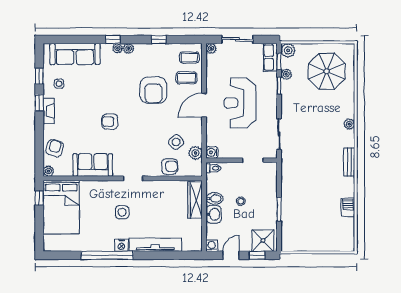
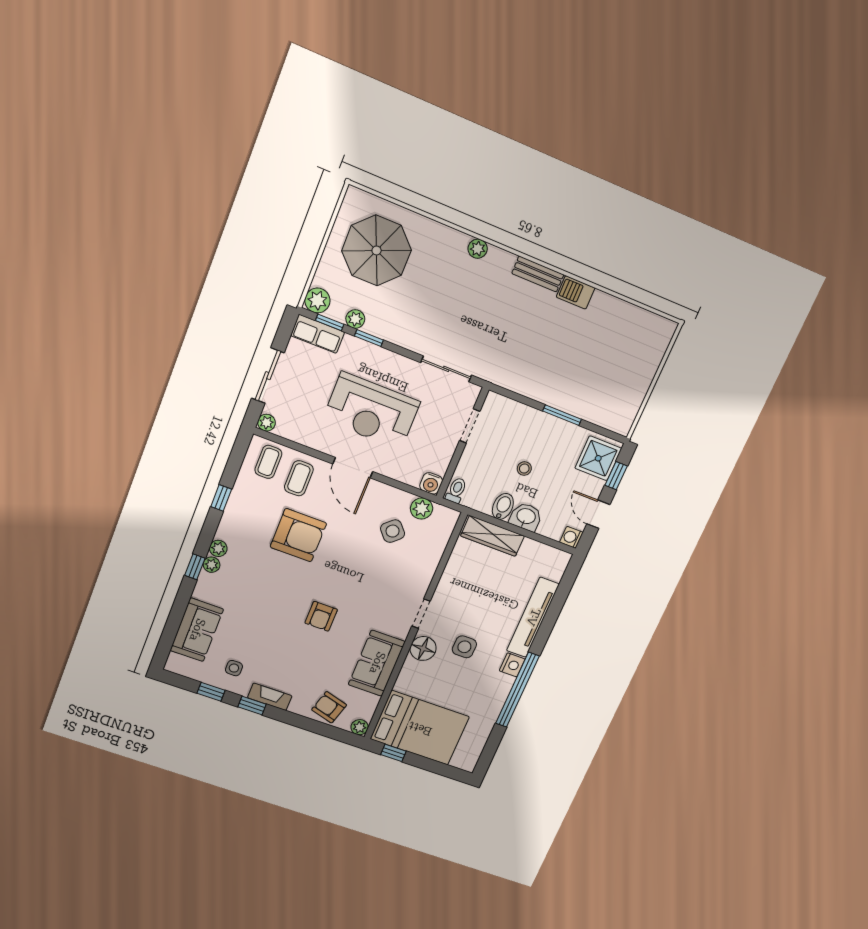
sofa: (75, 54) -> (197, 630), width x0.73
armchair: (170, 166) -> (426, 554), removed
floor lamp: (112, 188) -> (423, 648), added
barbecue: (348, 207) -> (576, 292), moved

